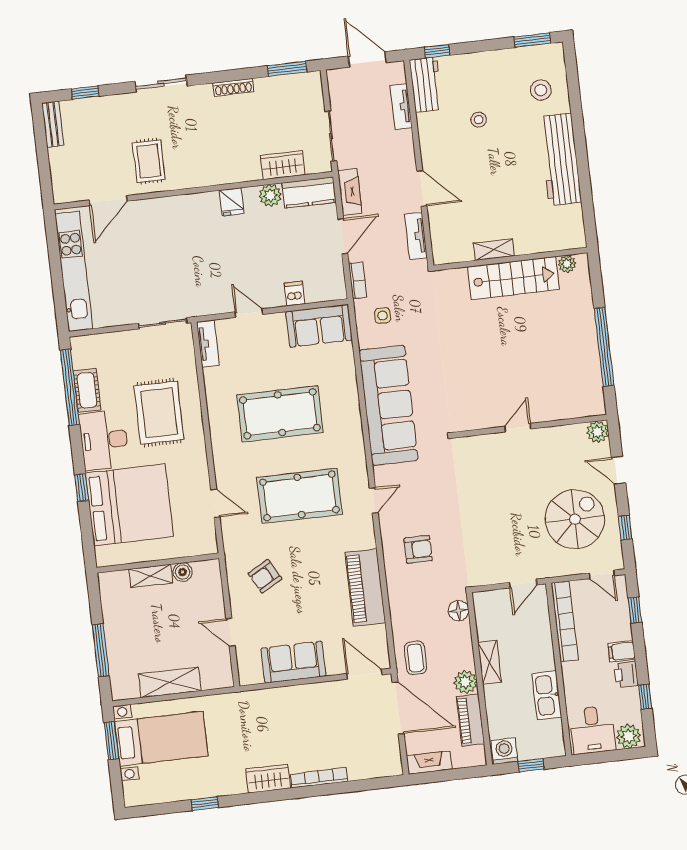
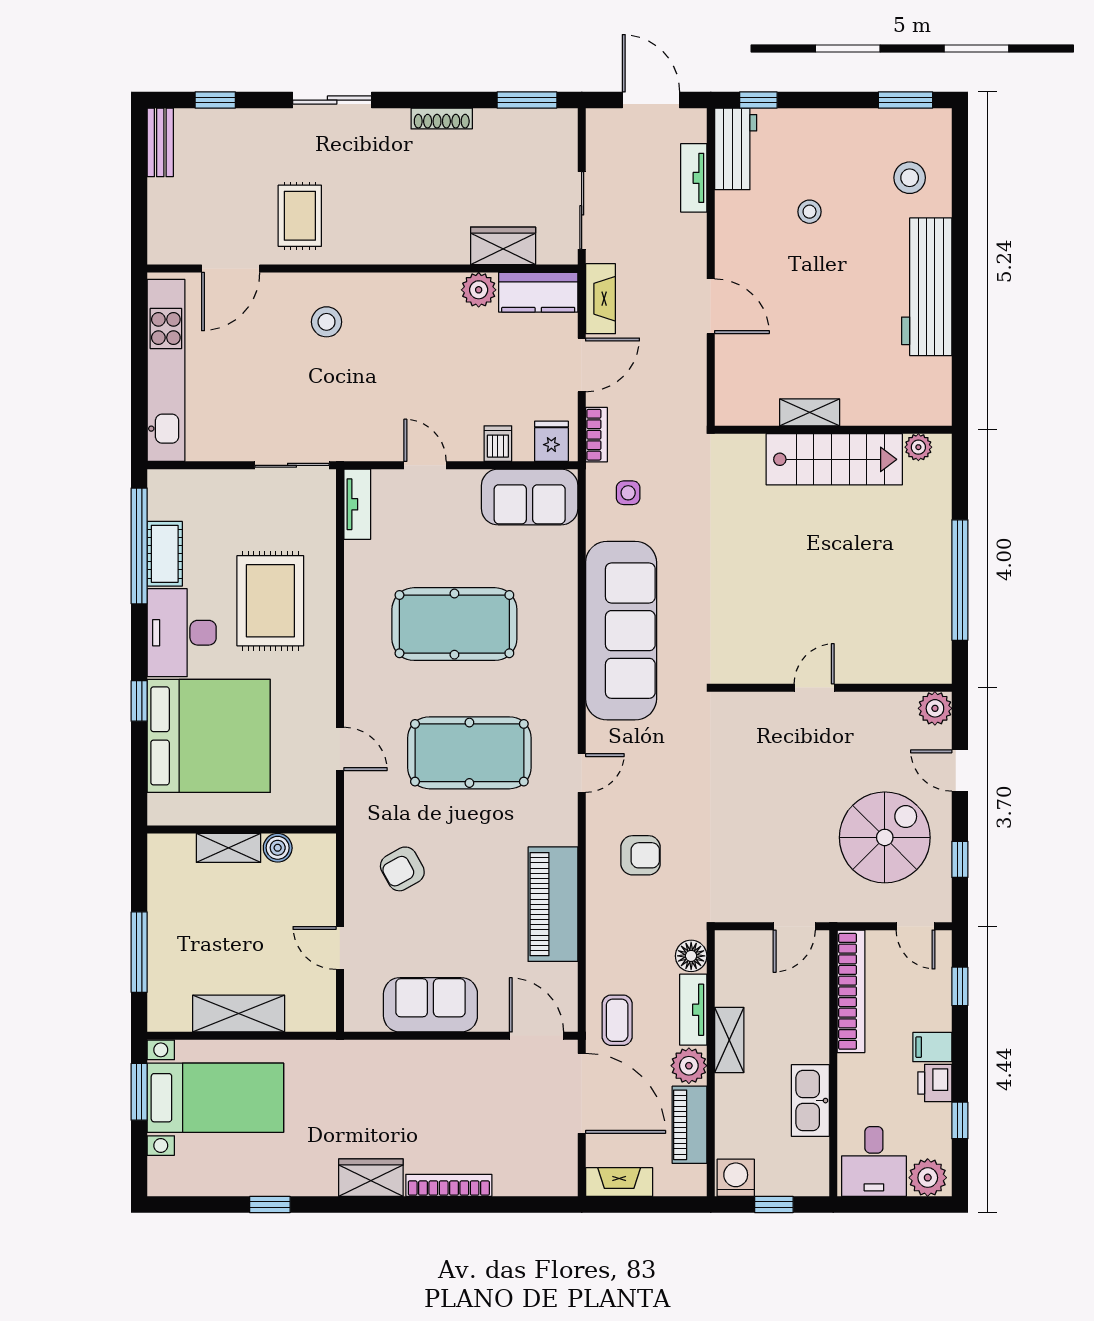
fridge: (232, 202) -> (551, 441), moved, turned 180
stool: (174, 228) -> (327, 322), added
tv unit: (416, 236) -> (693, 1010), moved

